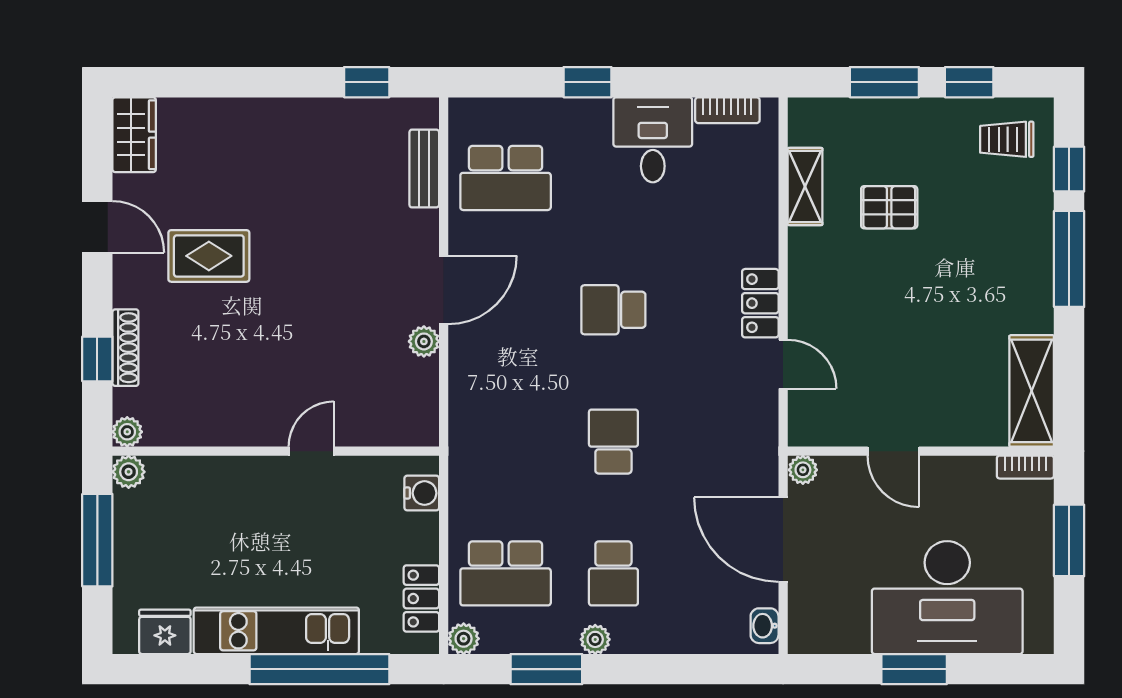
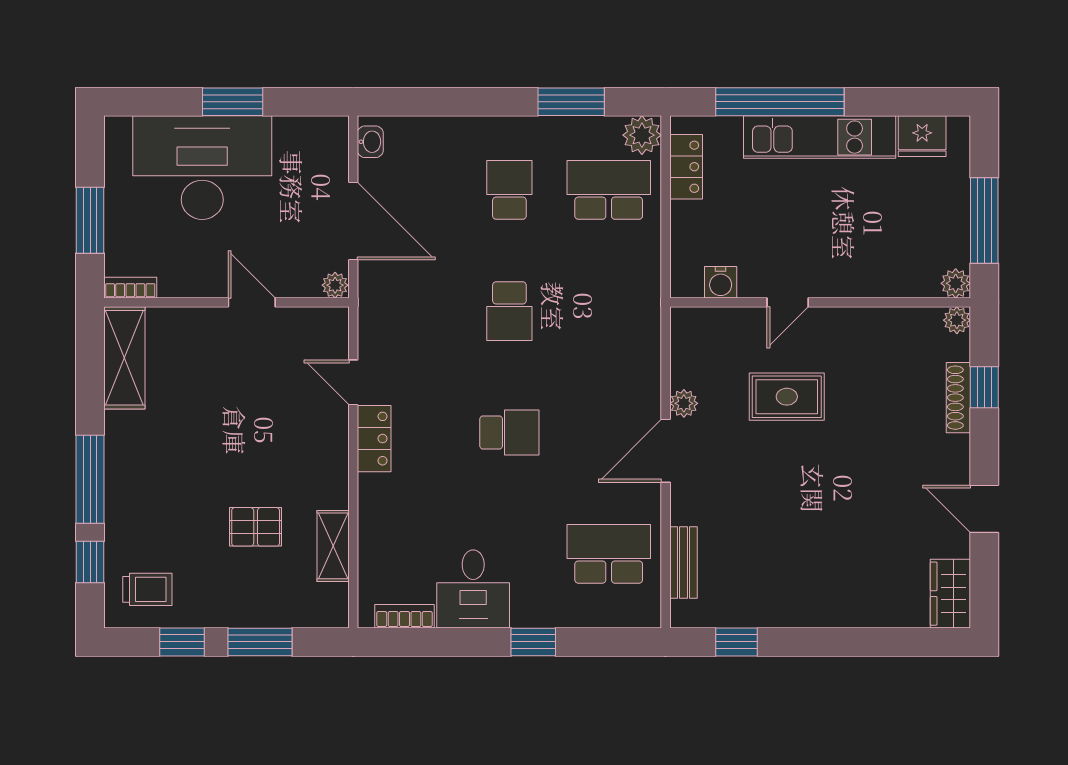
rug: (209, 256) -> (787, 397), moved
water cooler: (422, 493) -> (721, 282), moved, turned -90
plant: (464, 639) -> (642, 135), width x1.38, depth x1.38
plant: (595, 639) -> (526, 129), removed

